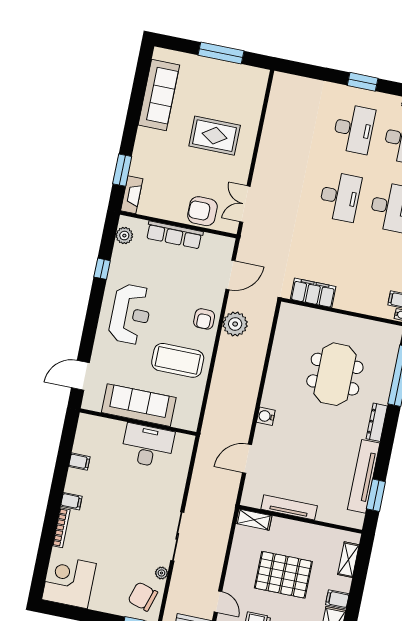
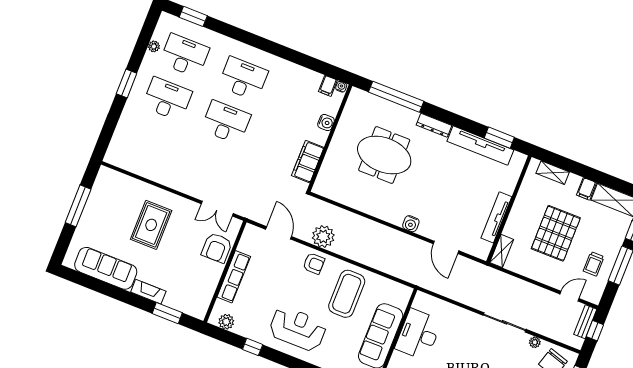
fireplace: (132, 195) -> (148, 292), moved
water cooler: (359, 305) -> (326, 123), added

